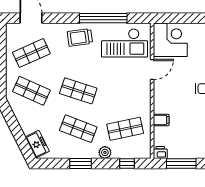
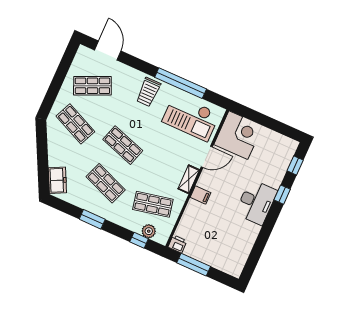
trolley: (80, 37) -> (148, 92), turned -82
shelving: (146, 95) -> (189, 179), added
filing cabinet: (161, 120) -> (200, 195), moved
plant: (105, 152) -> (149, 231), moved

